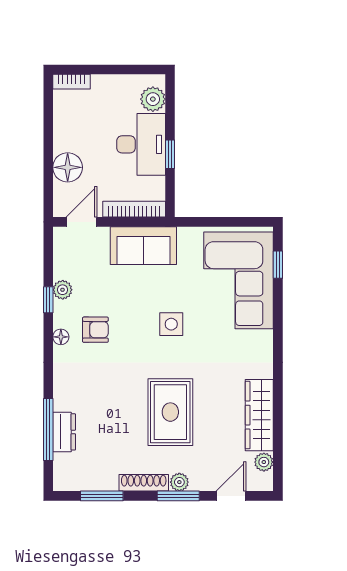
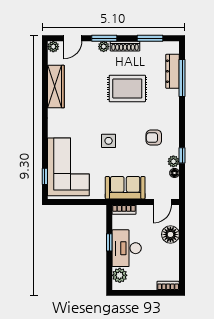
bookcase: (134, 209) -> (124, 210), width x0.64
floor lamp: (61, 337) -> (174, 173), moved
rug: (170, 412) -> (127, 88), moved, turned 90
dresser: (64, 432) -> (173, 71), width x1.44
plant: (264, 462) -> (53, 47), moved

